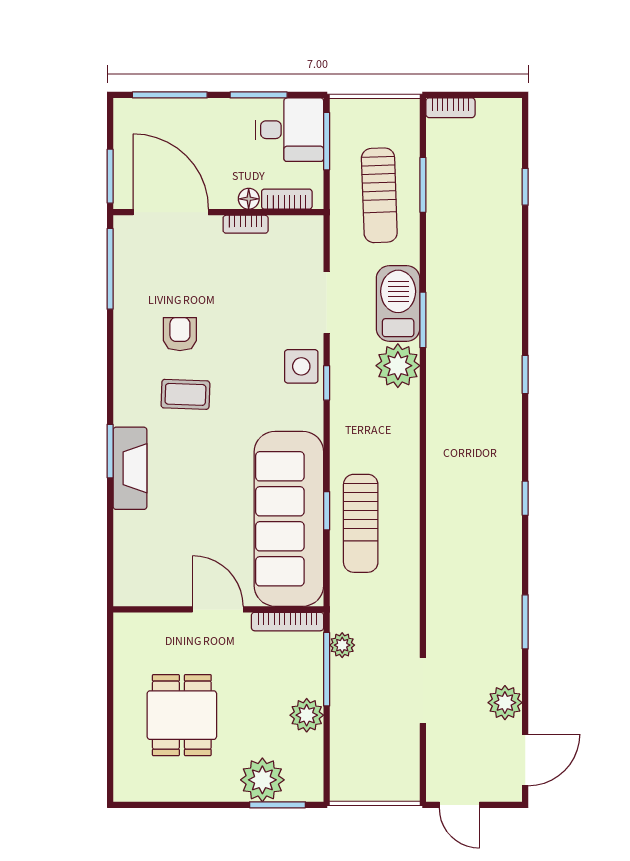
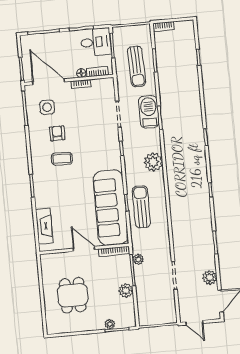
side table: (301, 366) -> (47, 107), moved
plant: (398, 366) -> (153, 162), moved
fireplace: (130, 468) -> (44, 226), moved
sun lounger: (361, 523) -> (141, 207), turned 180
plant: (262, 780) -> (110, 324), width x0.53, depth x0.53

